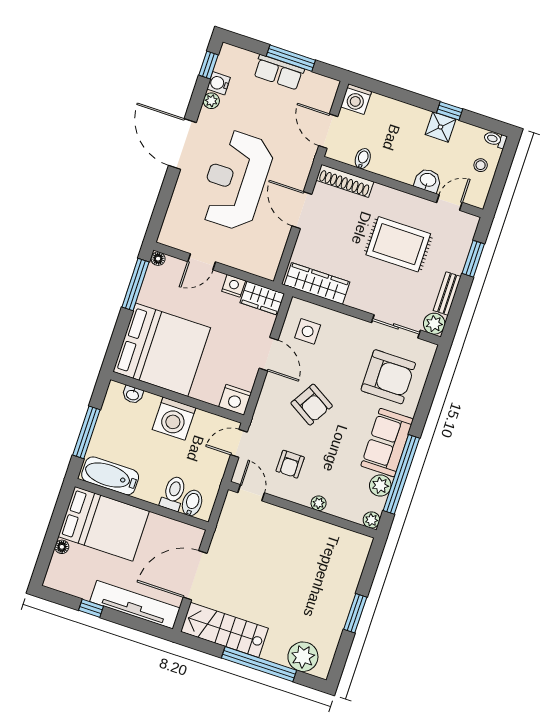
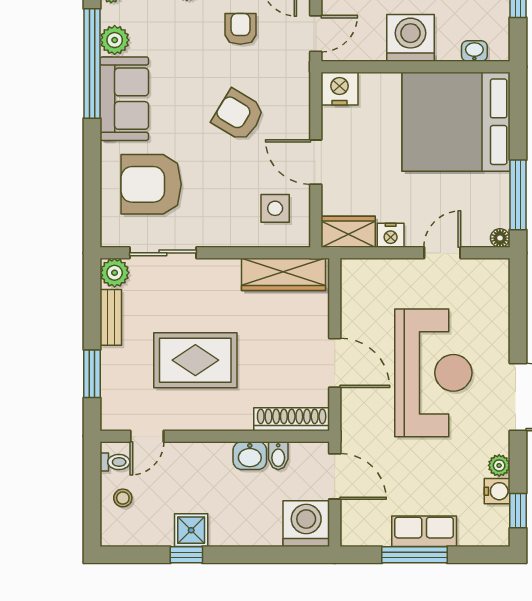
washing machine: (356, 99) -> (306, 524), width x1.37, depth x1.37
toilet: (495, 139) -> (115, 462), moved
washbasin: (428, 180) -> (250, 456), moved

